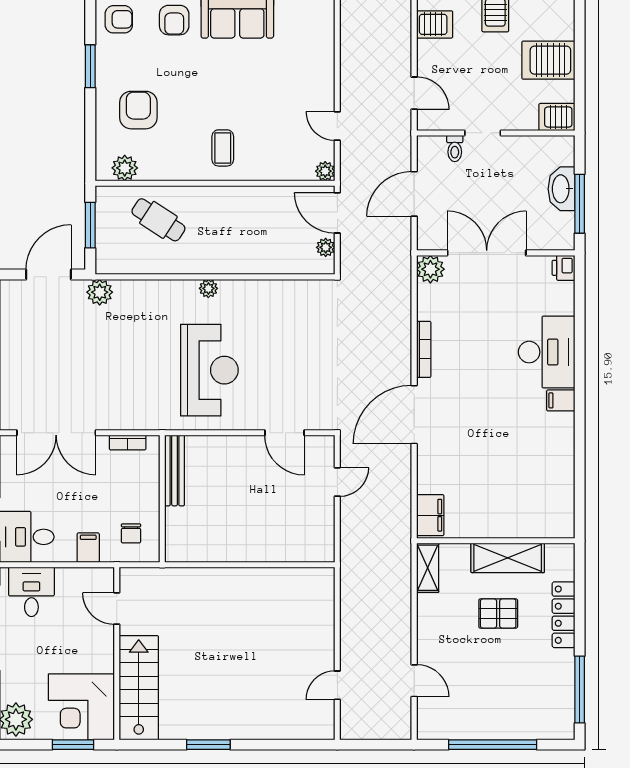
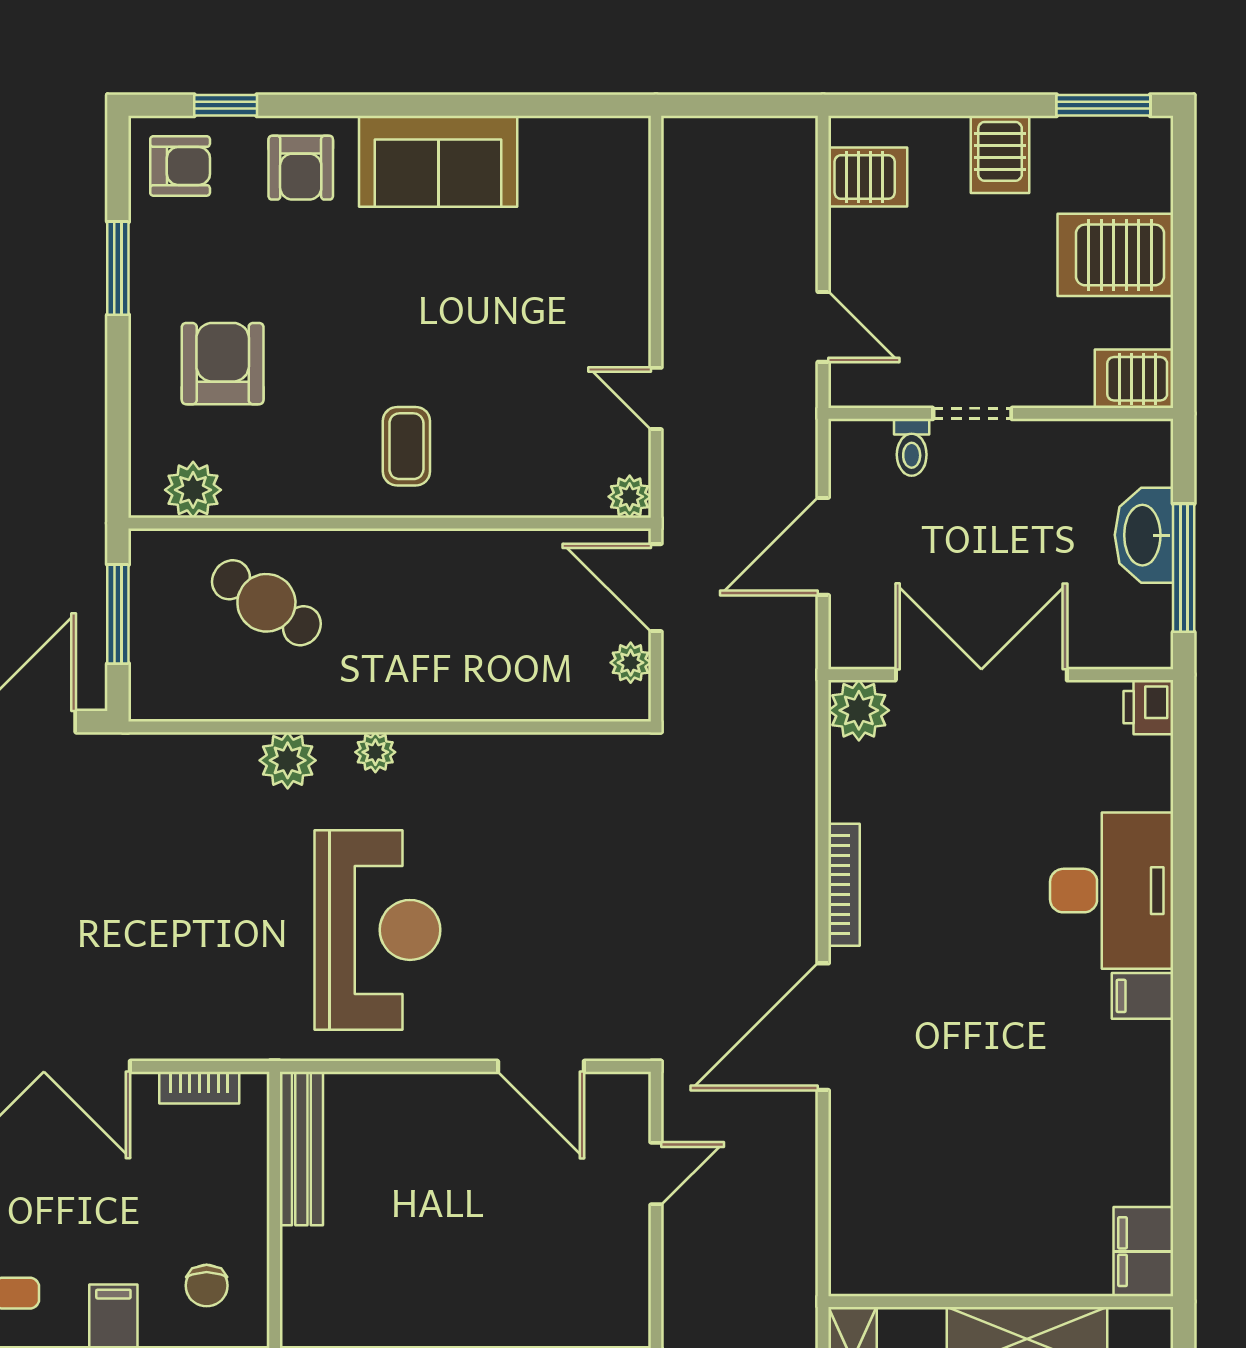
plant: (100, 292) -> (288, 760), moved
filing cabinet: (430, 515) -> (1143, 1252), moved, turned 180

